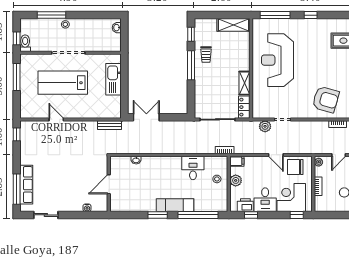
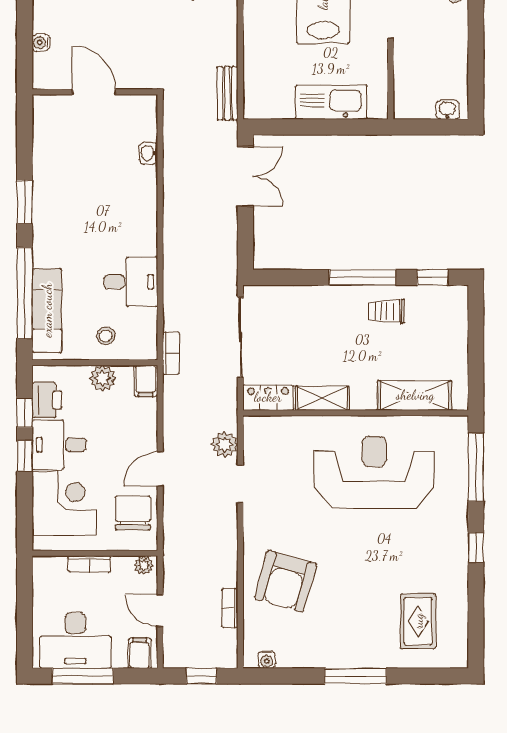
shelving: (234, 25) -> (415, 395), moved, turned 90
exam couch: (175, 205) -> (47, 310), moved
window: (297, 215) -> (25, 456), moved

